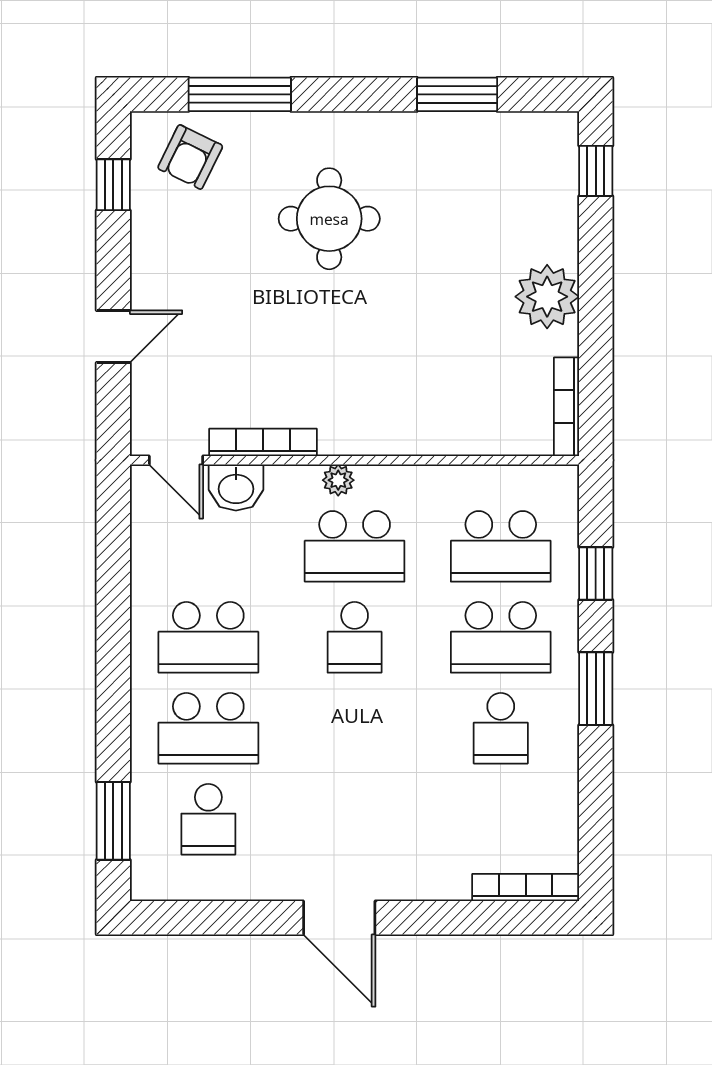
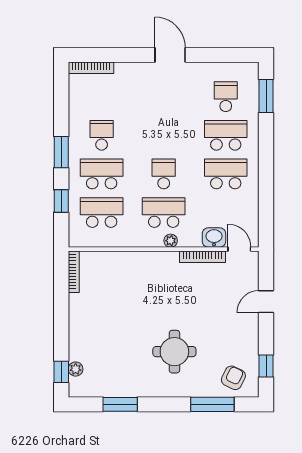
plant: (547, 297) -> (76, 369), moved, width x0.53, depth x0.53

